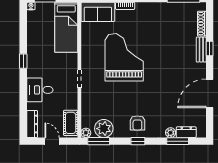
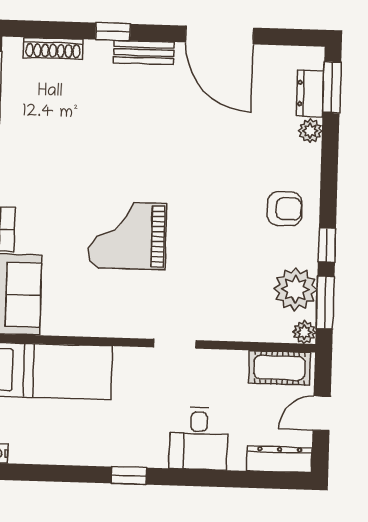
bench: (201, 50) -> (144, 52), moved
grand piano: (124, 57) -> (127, 236), width x0.73, depth x0.68
window: (138, 141) -> (327, 245), moved
window: (178, 141) -> (332, 87), moved

